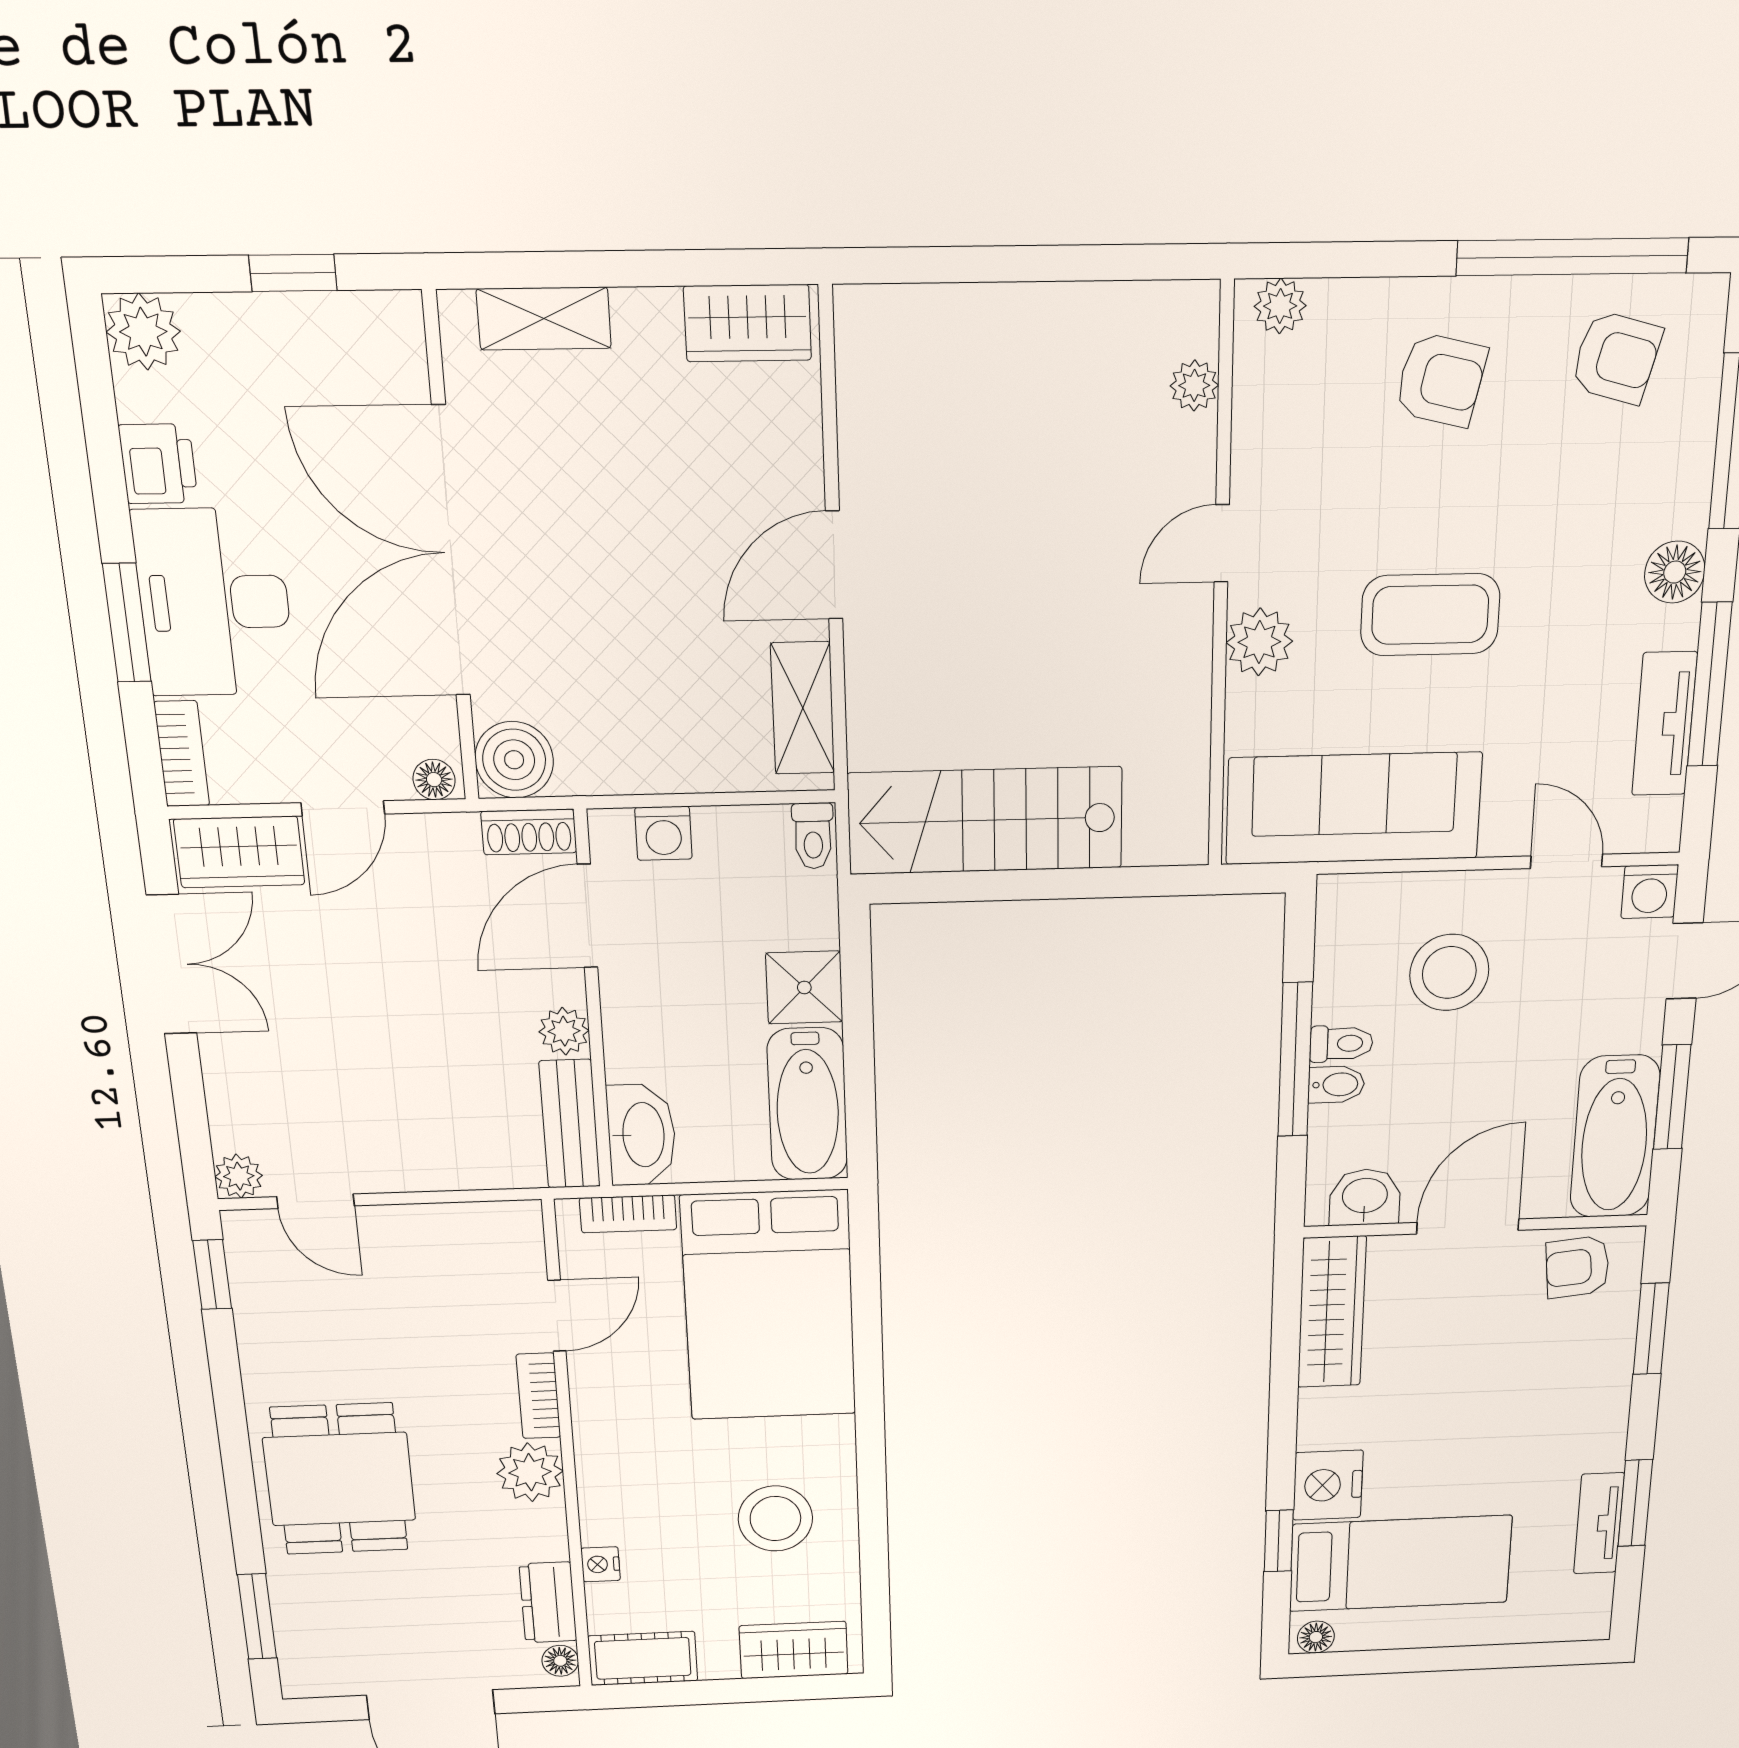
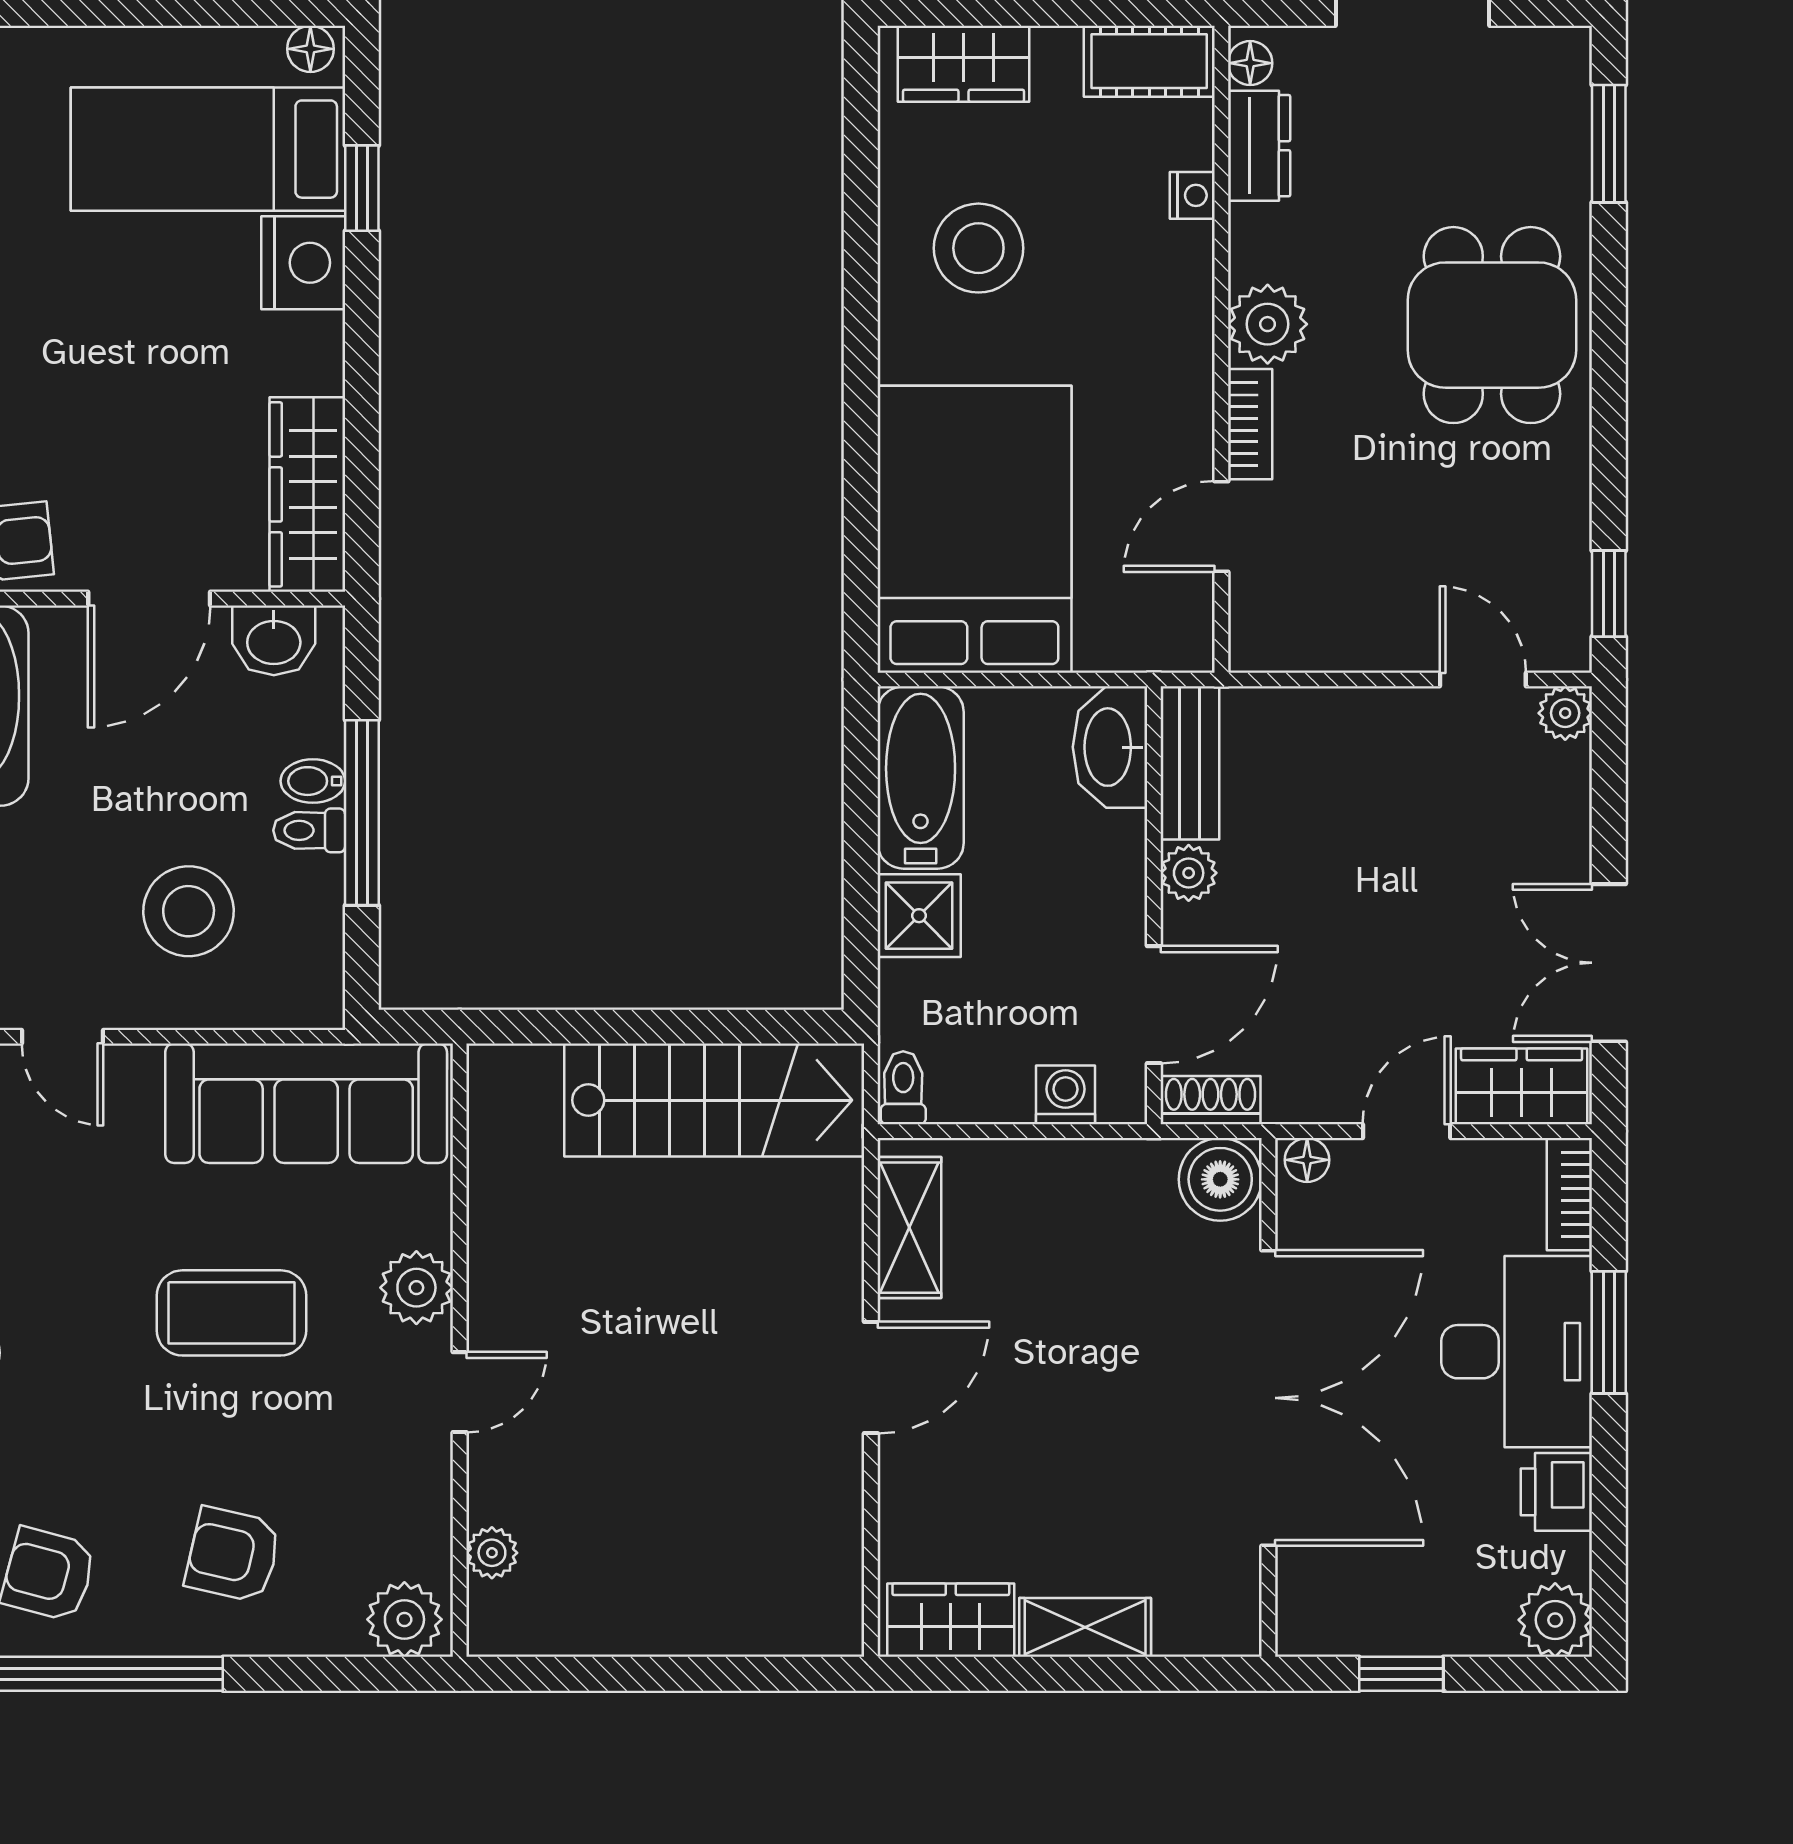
plant: (1280, 306) -> (404, 1619), width x1.38, depth x1.38
shelving: (544, 318) -> (1085, 1627), moved
bookcase: (628, 1214) -> (1131, 651), removed

